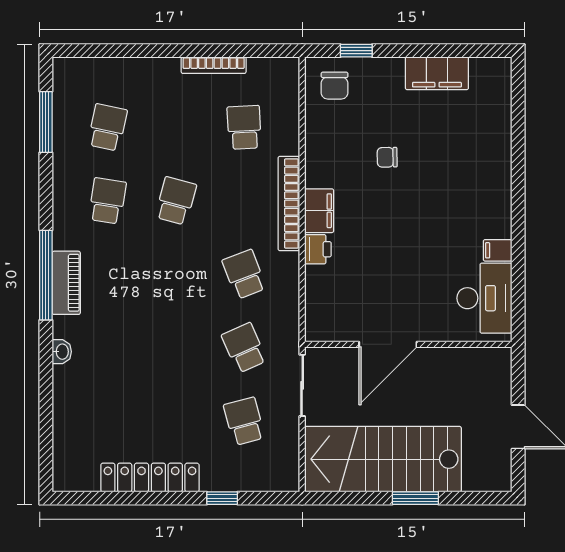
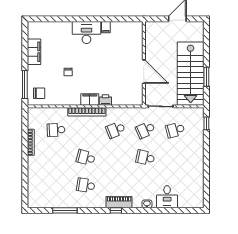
window: (356, 51) -> (25, 84), width x2.17
window: (46, 122) -> (65, 210), moved
school desk: (107, 127) -> (145, 158), moved
window: (46, 275) -> (116, 210), width x0.32
desk: (484, 298) -> (86, 33), moved
desk: (80, 401) -> (167, 197), added
locker: (150, 477) -> (198, 168), removed
window: (222, 498) -> (206, 123), moved
window: (415, 498) -> (206, 77), moved

